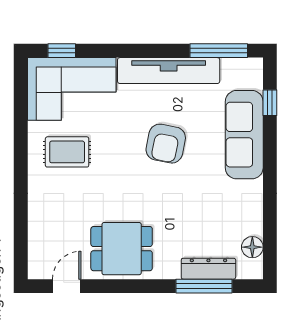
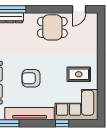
window: (62, 51) -> (62, 123), moved
armchair: (166, 144) -> (31, 78), turned -101

